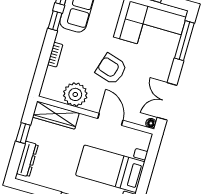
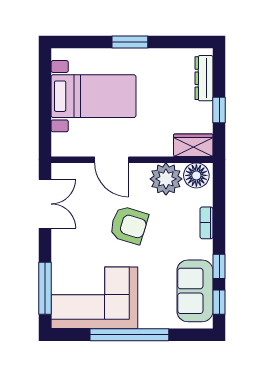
wardrobe: (56, 115) -> (193, 145), width x0.67
floor lamp: (151, 123) -> (196, 175), moved, width x1.89, depth x1.89

